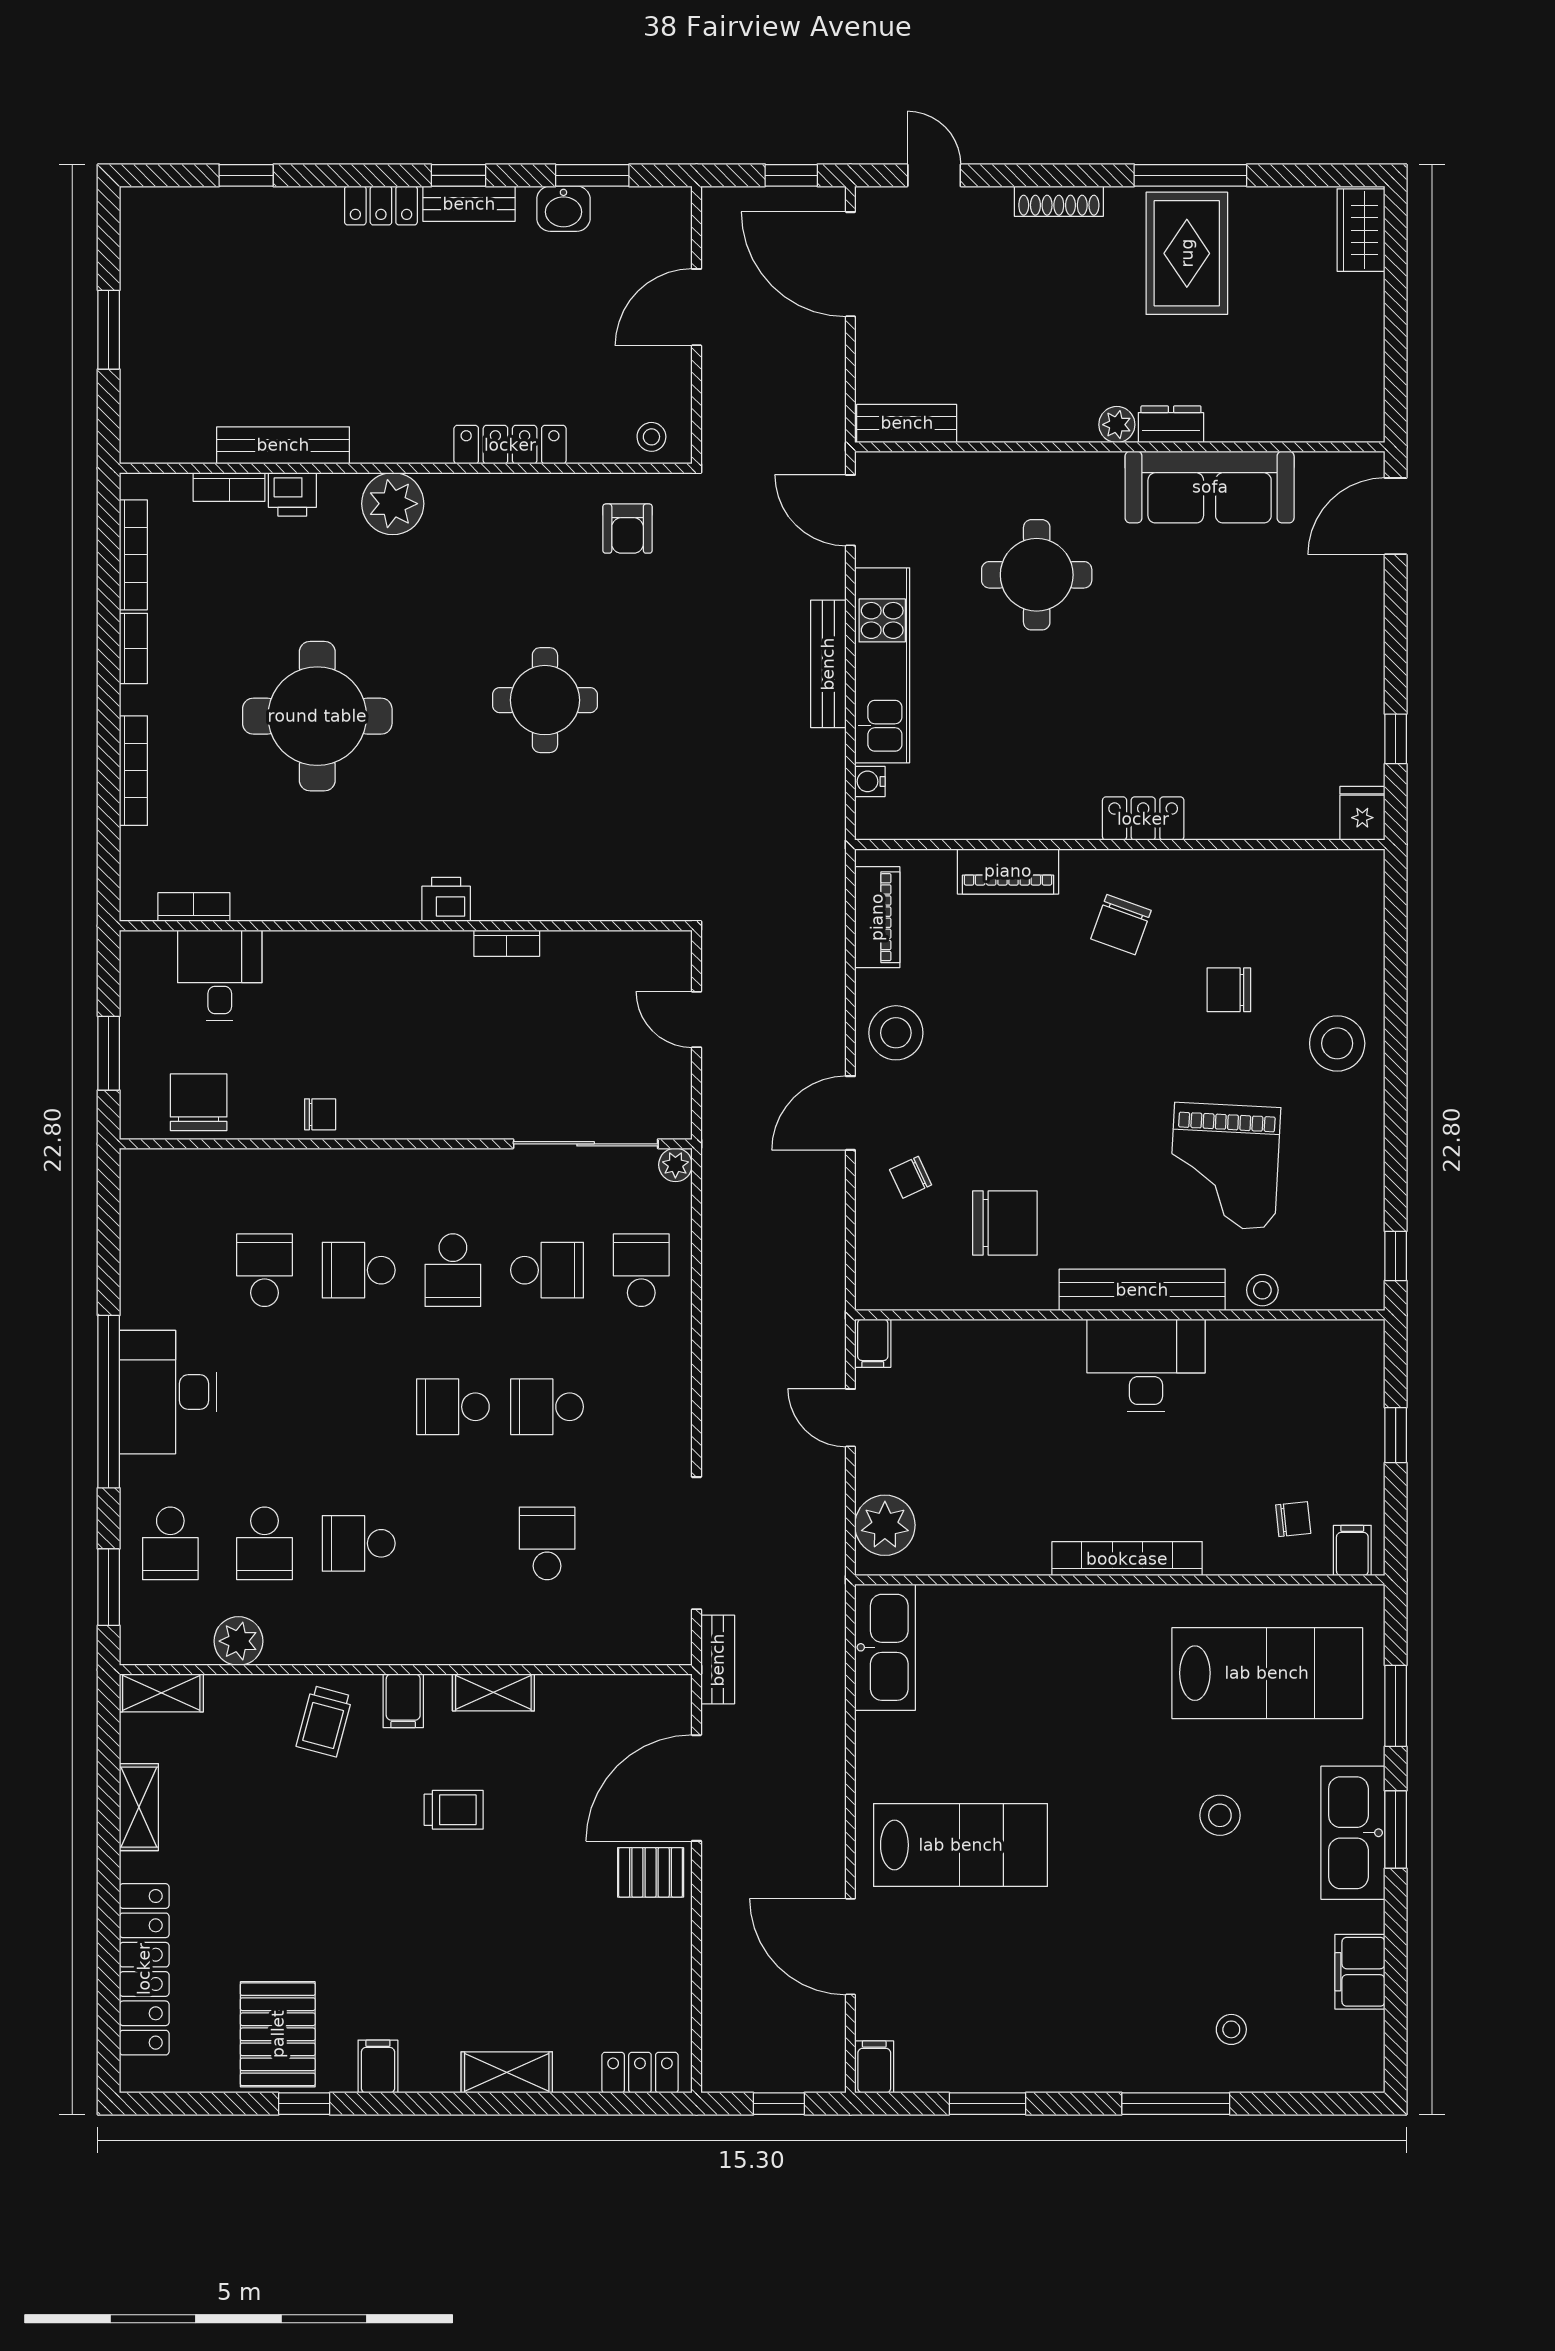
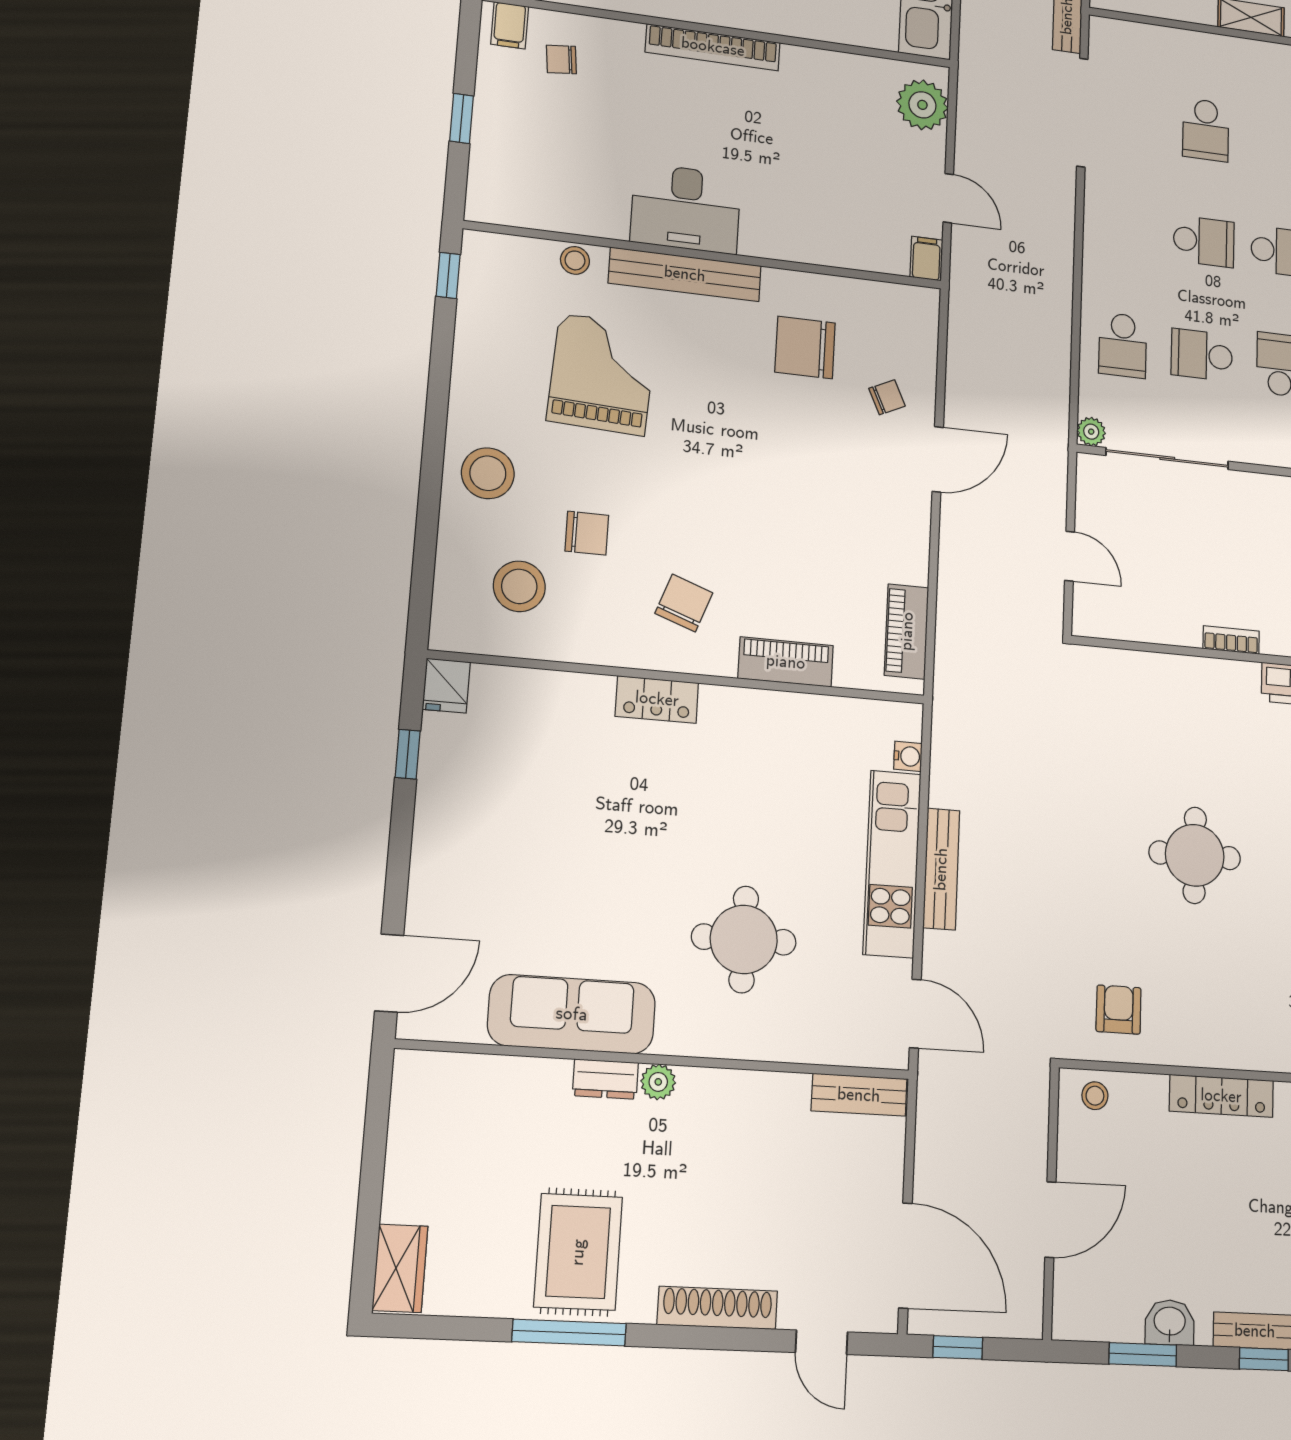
shoe rack: (1059, 201) -> (717, 1308), width x1.36, depth x1.24
stool: (896, 1033) -> (519, 586), moved

